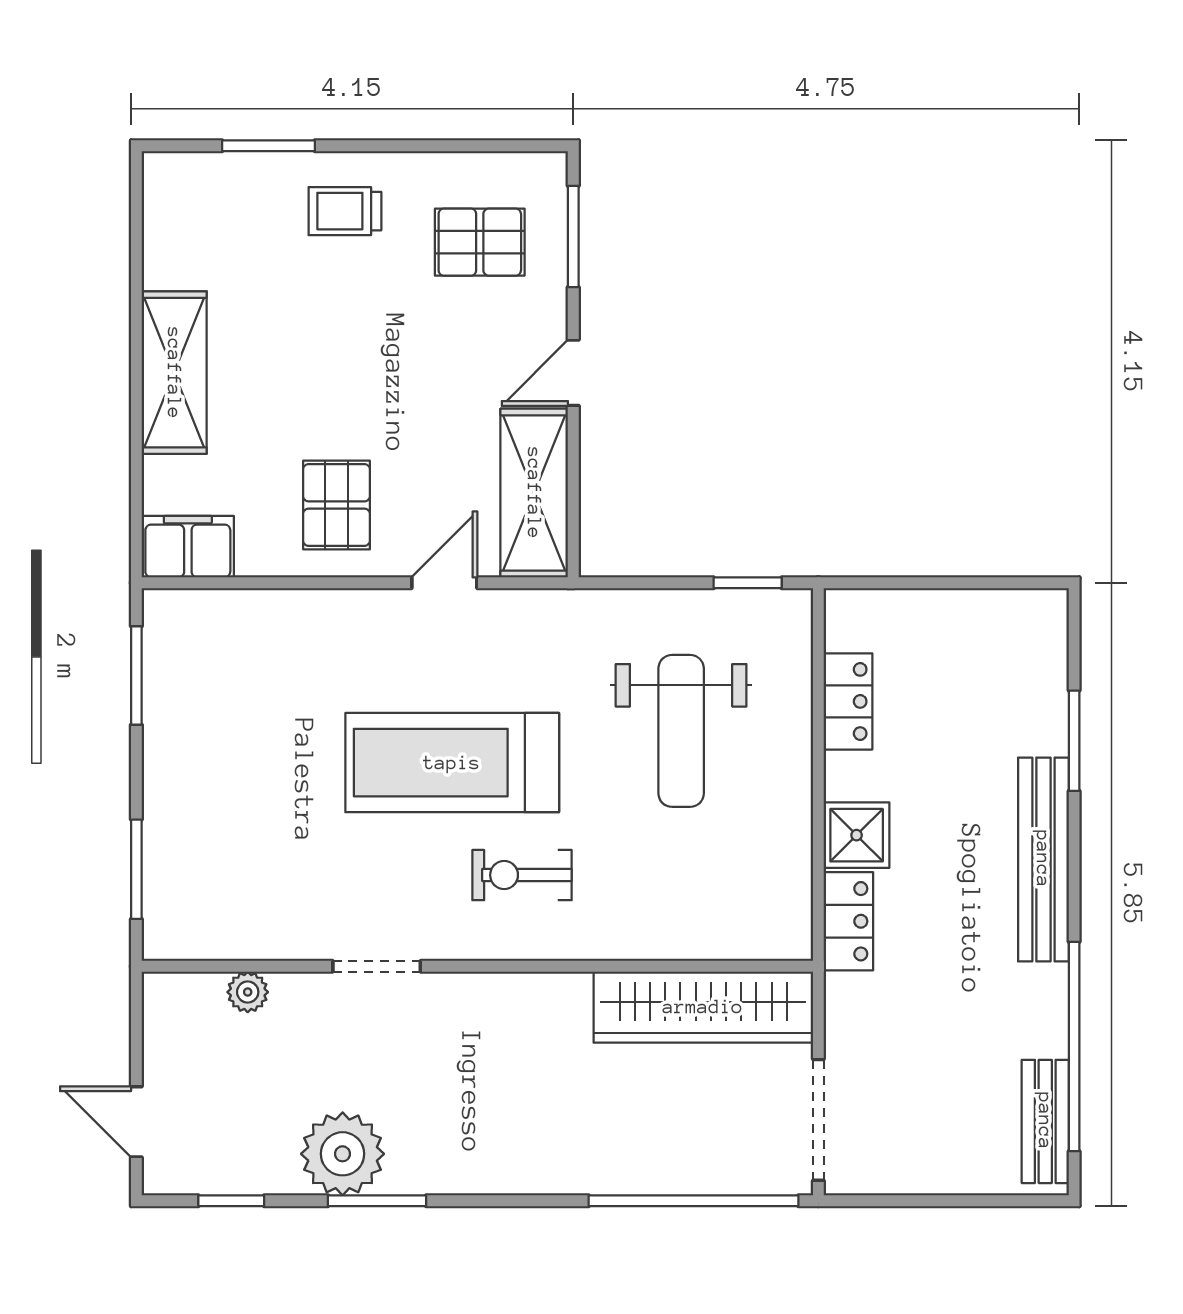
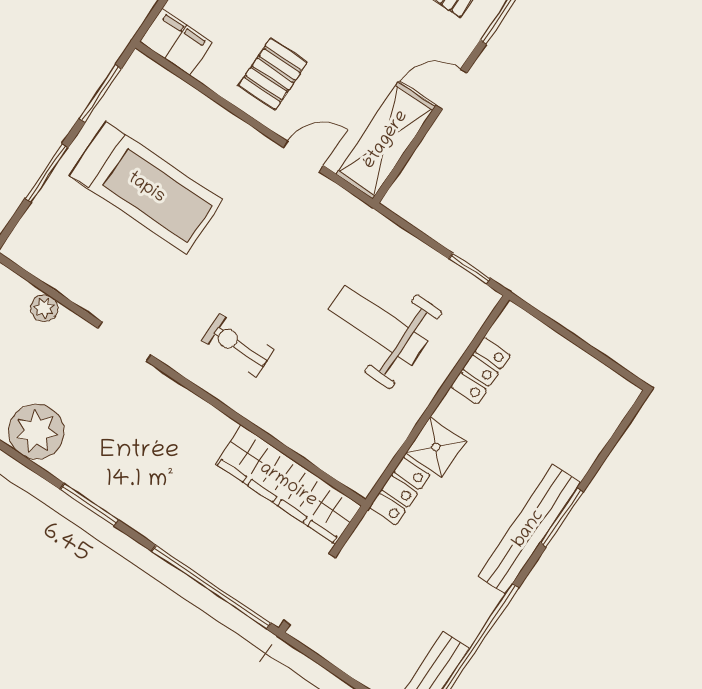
weight bench: (681, 731) -> (378, 325), turned 90
window: (1074, 741) -> (562, 517), moved
treadmill: (452, 763) -> (146, 188), moved, turned 180
window: (136, 869) -> (47, 173), moved
window: (377, 1201) -> (89, 505), moved

